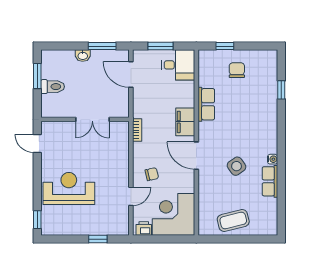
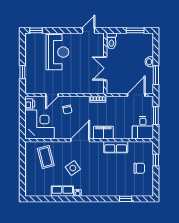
toilet: (53, 87) -> (111, 41), moved
door: (131, 196) -> (52, 95), hinge flipped
coffee table: (233, 221) -> (46, 157), moved

